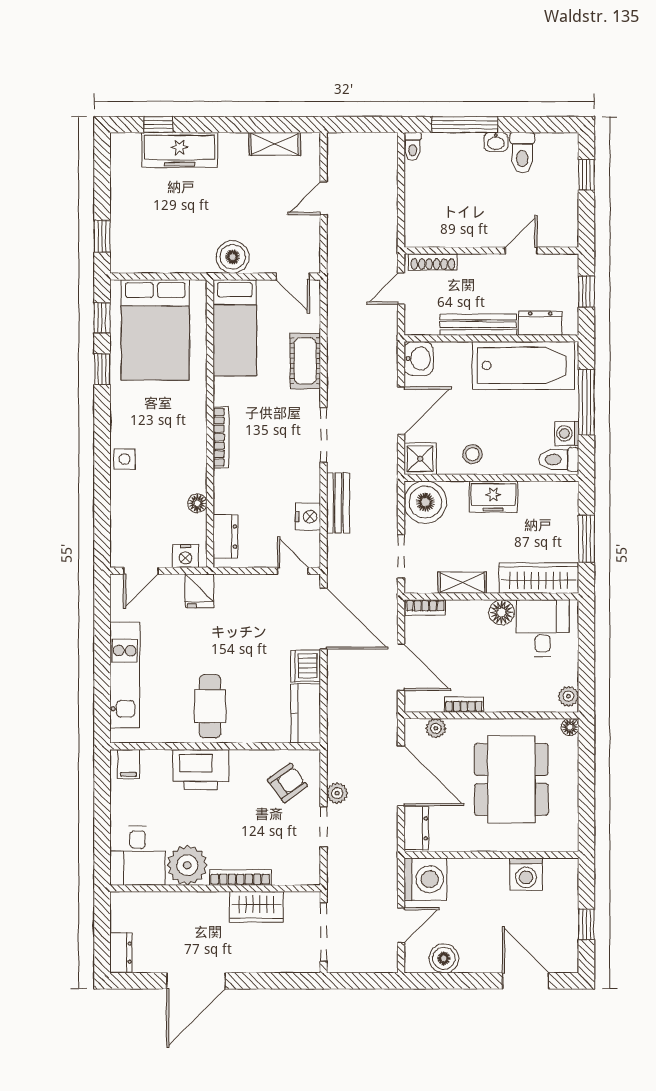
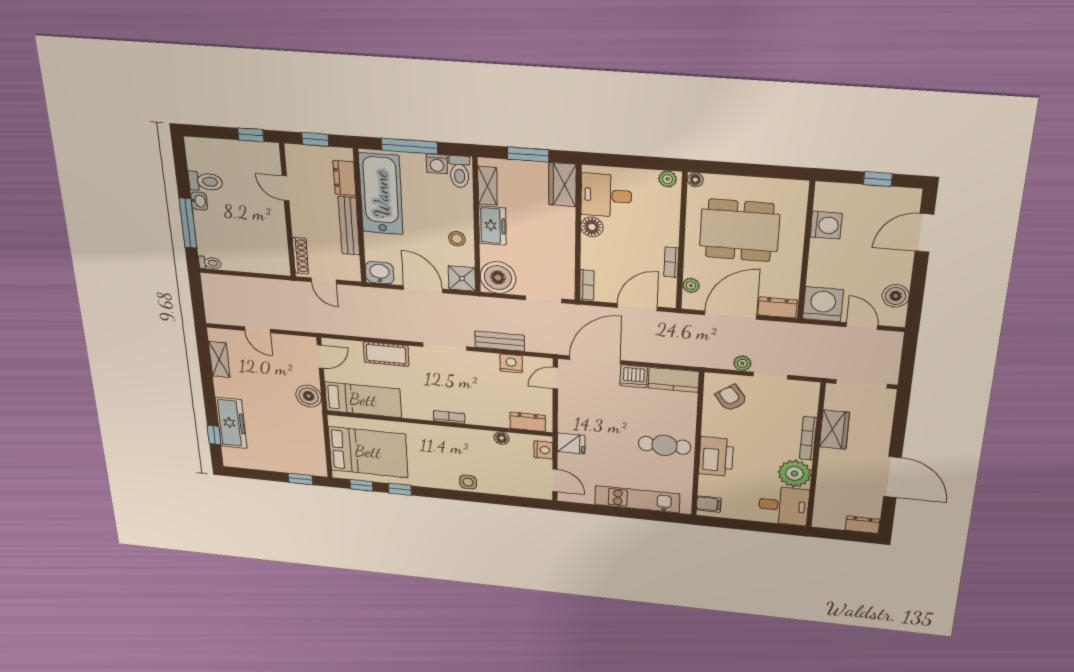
window: (586, 175) -> (251, 135), moved
bookcase: (221, 437) -> (449, 417), width x0.64
wardrobe: (539, 578) -> (562, 185), width x0.67
shelving: (462, 583) -> (487, 186), moved

